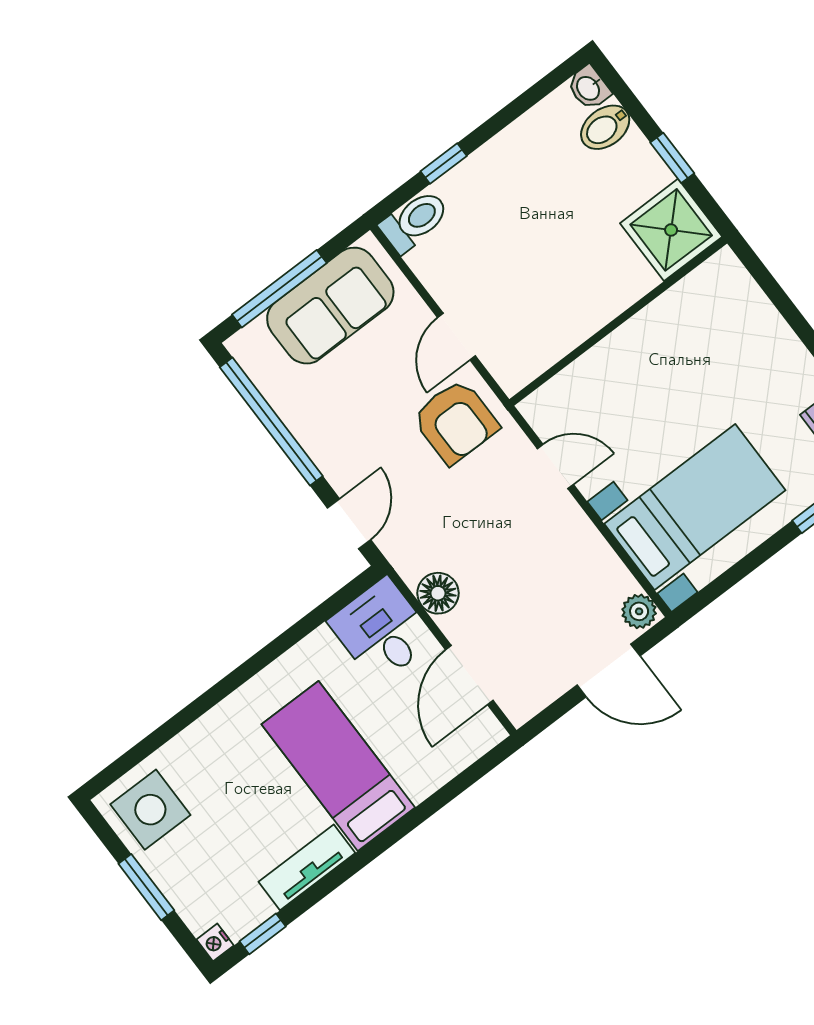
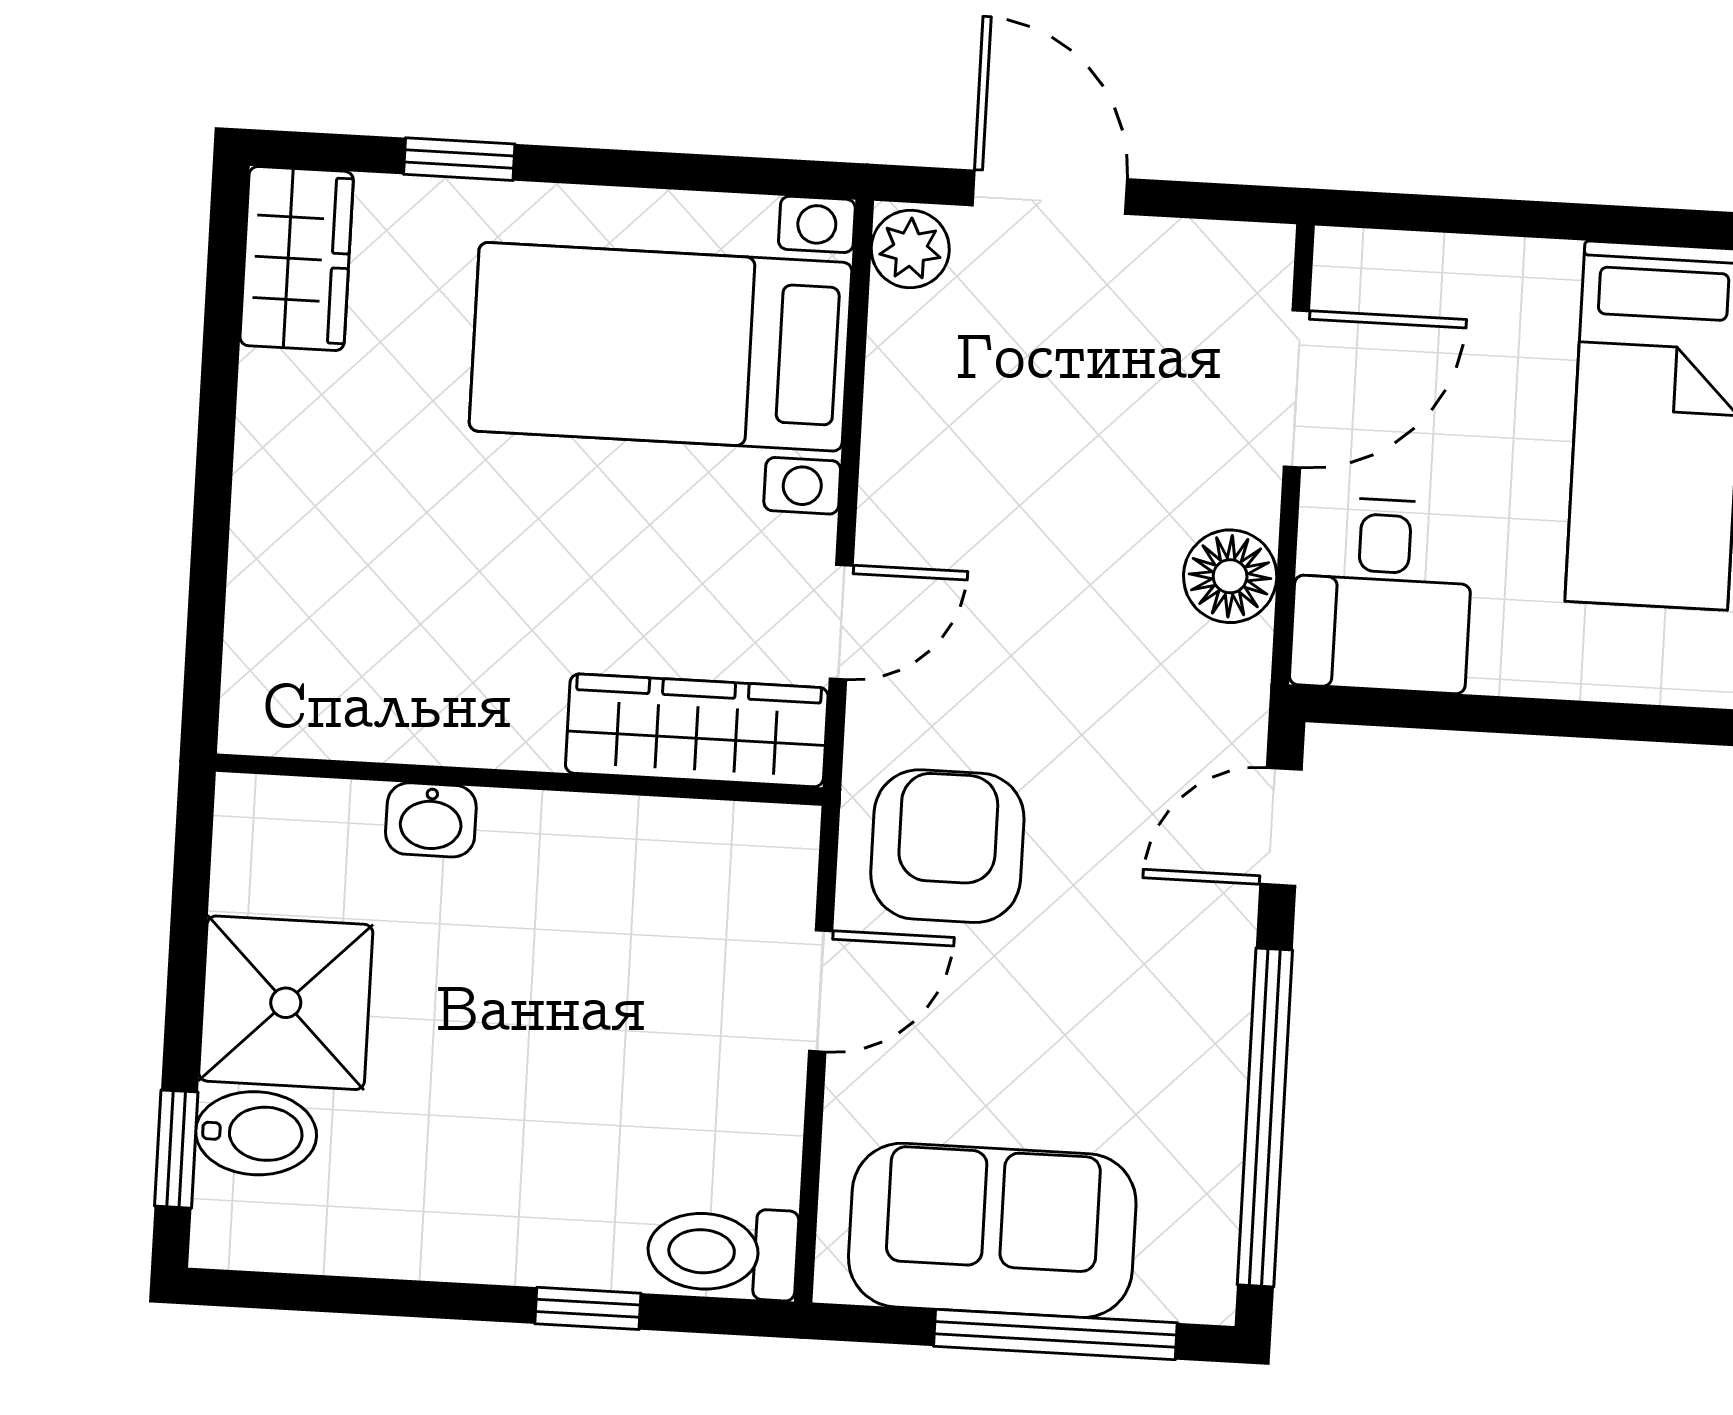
washbasin: (589, 88) -> (431, 820), moved, turned 90
window: (672, 158) -> (176, 1149), moved
shower: (671, 230) -> (286, 1003), moved
wardrobe: (573, 389) -> (697, 730), added
door: (555, 466) -> (841, 622), swing flipped

